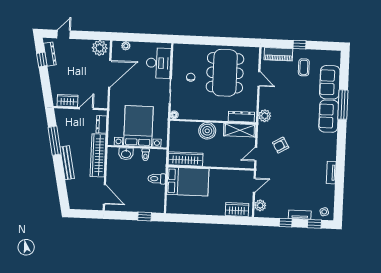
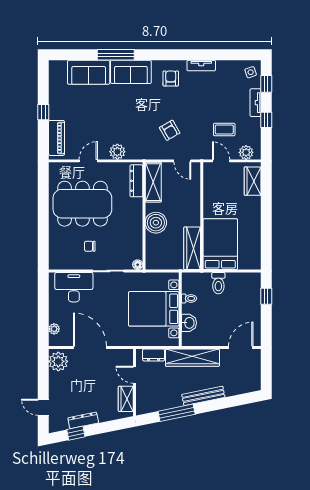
dresser: (50, 54) -> (83, 420), moved
coffee table: (304, 67) -> (224, 129), moved
plant: (265, 116) -> (117, 152), moved
armchair: (322, 148) -> (171, 78), added

